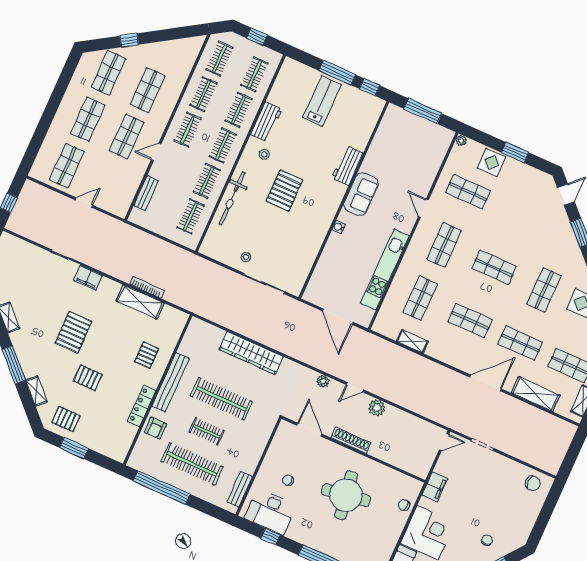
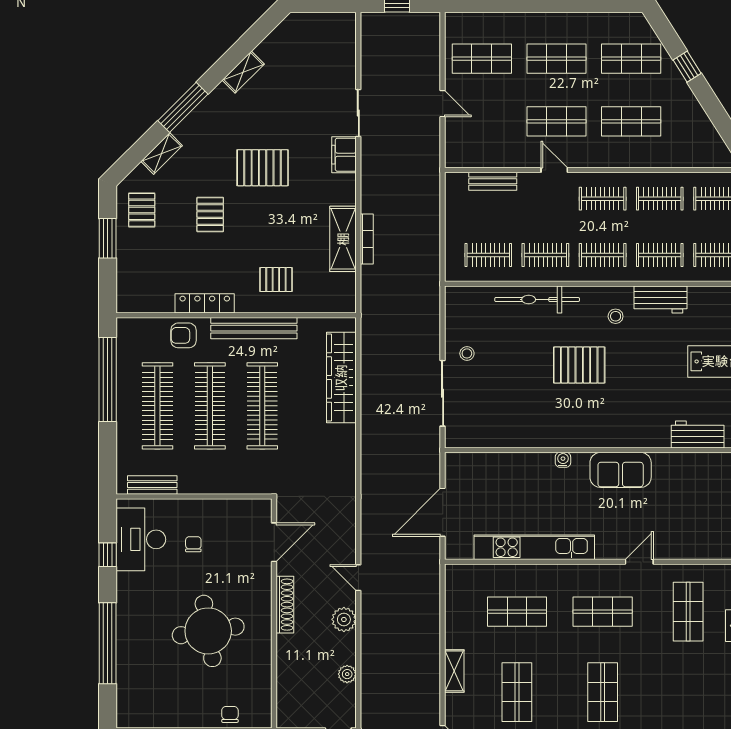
workbench: (348, 165) -> (698, 434), moved
shelving: (412, 341) -> (454, 671), moved
wardrobe: (251, 353) -> (341, 378), moved
plant: (323, 381) -> (347, 674), moved
clothes rail: (207, 431) -> (210, 406), width x1.86, depth x1.31

